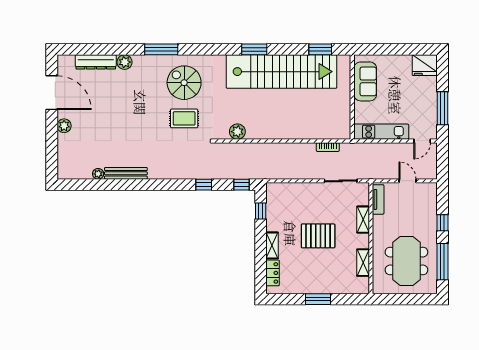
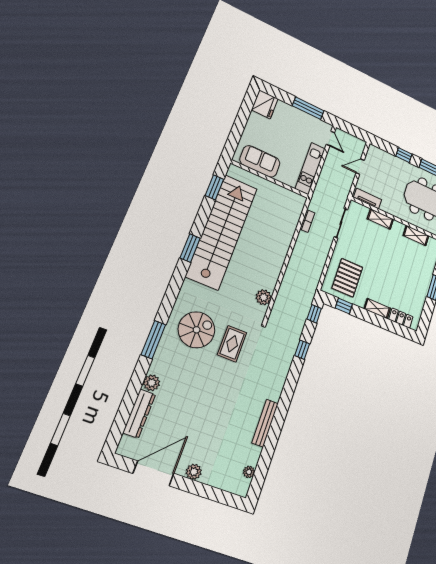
spiral stairs: (184, 83) -> (197, 330), turned 180
plant: (98, 174) -> (249, 472), moved
pallet: (318, 236) -> (347, 278), moved

